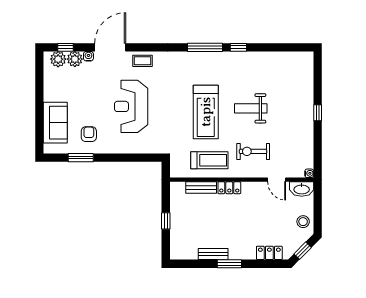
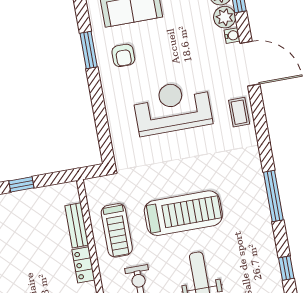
window: (238, 47) -> (286, 268), moved
treadmill: (206, 112) -> (183, 213), turned 180
armchair: (89, 134) -> (123, 55), turned 90

